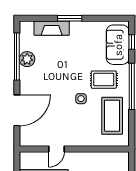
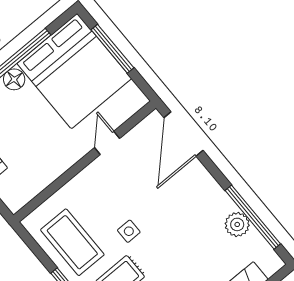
door: (17, 110) -> (183, 134), moved

